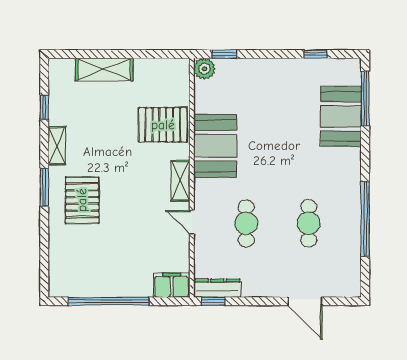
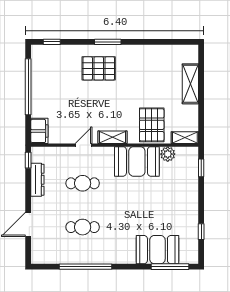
plant: (204, 69) -> (168, 154), moved
window: (44, 107) -> (52, 42), moved
shelving: (57, 146) -> (185, 138), moved
dresser: (217, 288) -> (37, 180), moved

